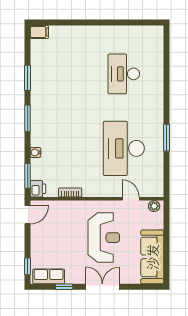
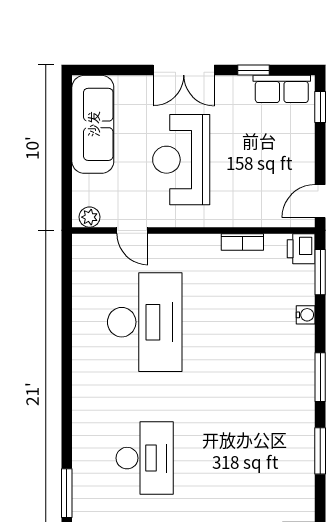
window: (167, 138) -> (67, 493), moved

